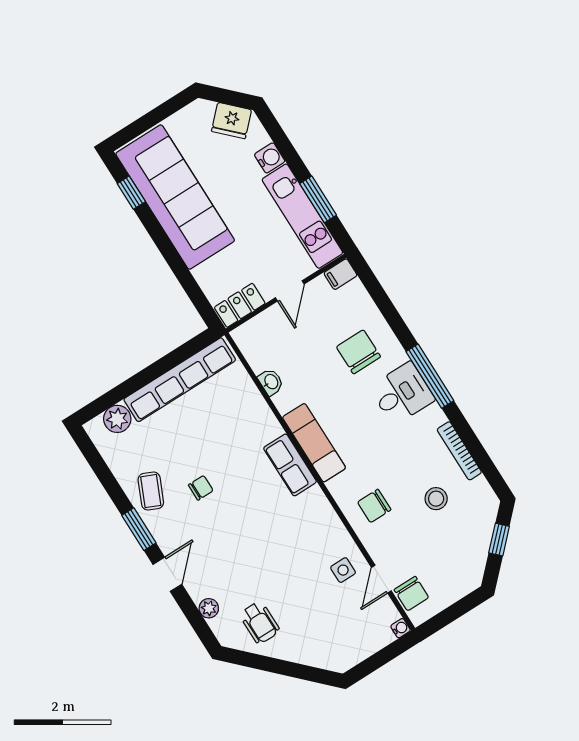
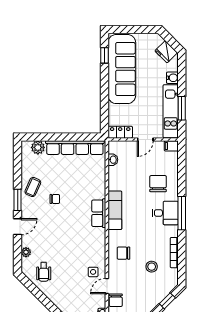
washbasin: (271, 382) -> (113, 160), moved

